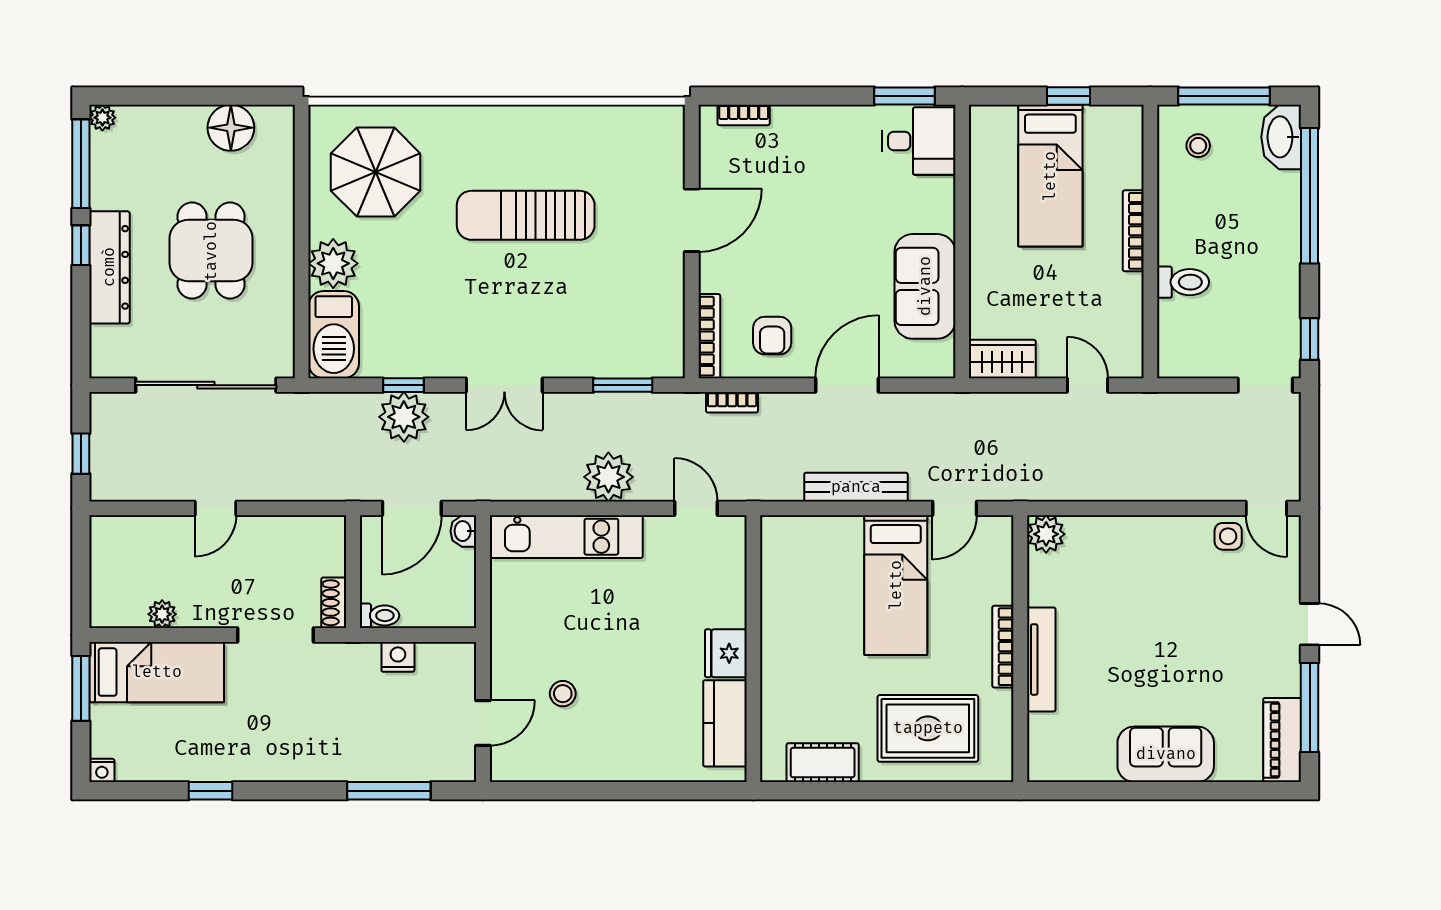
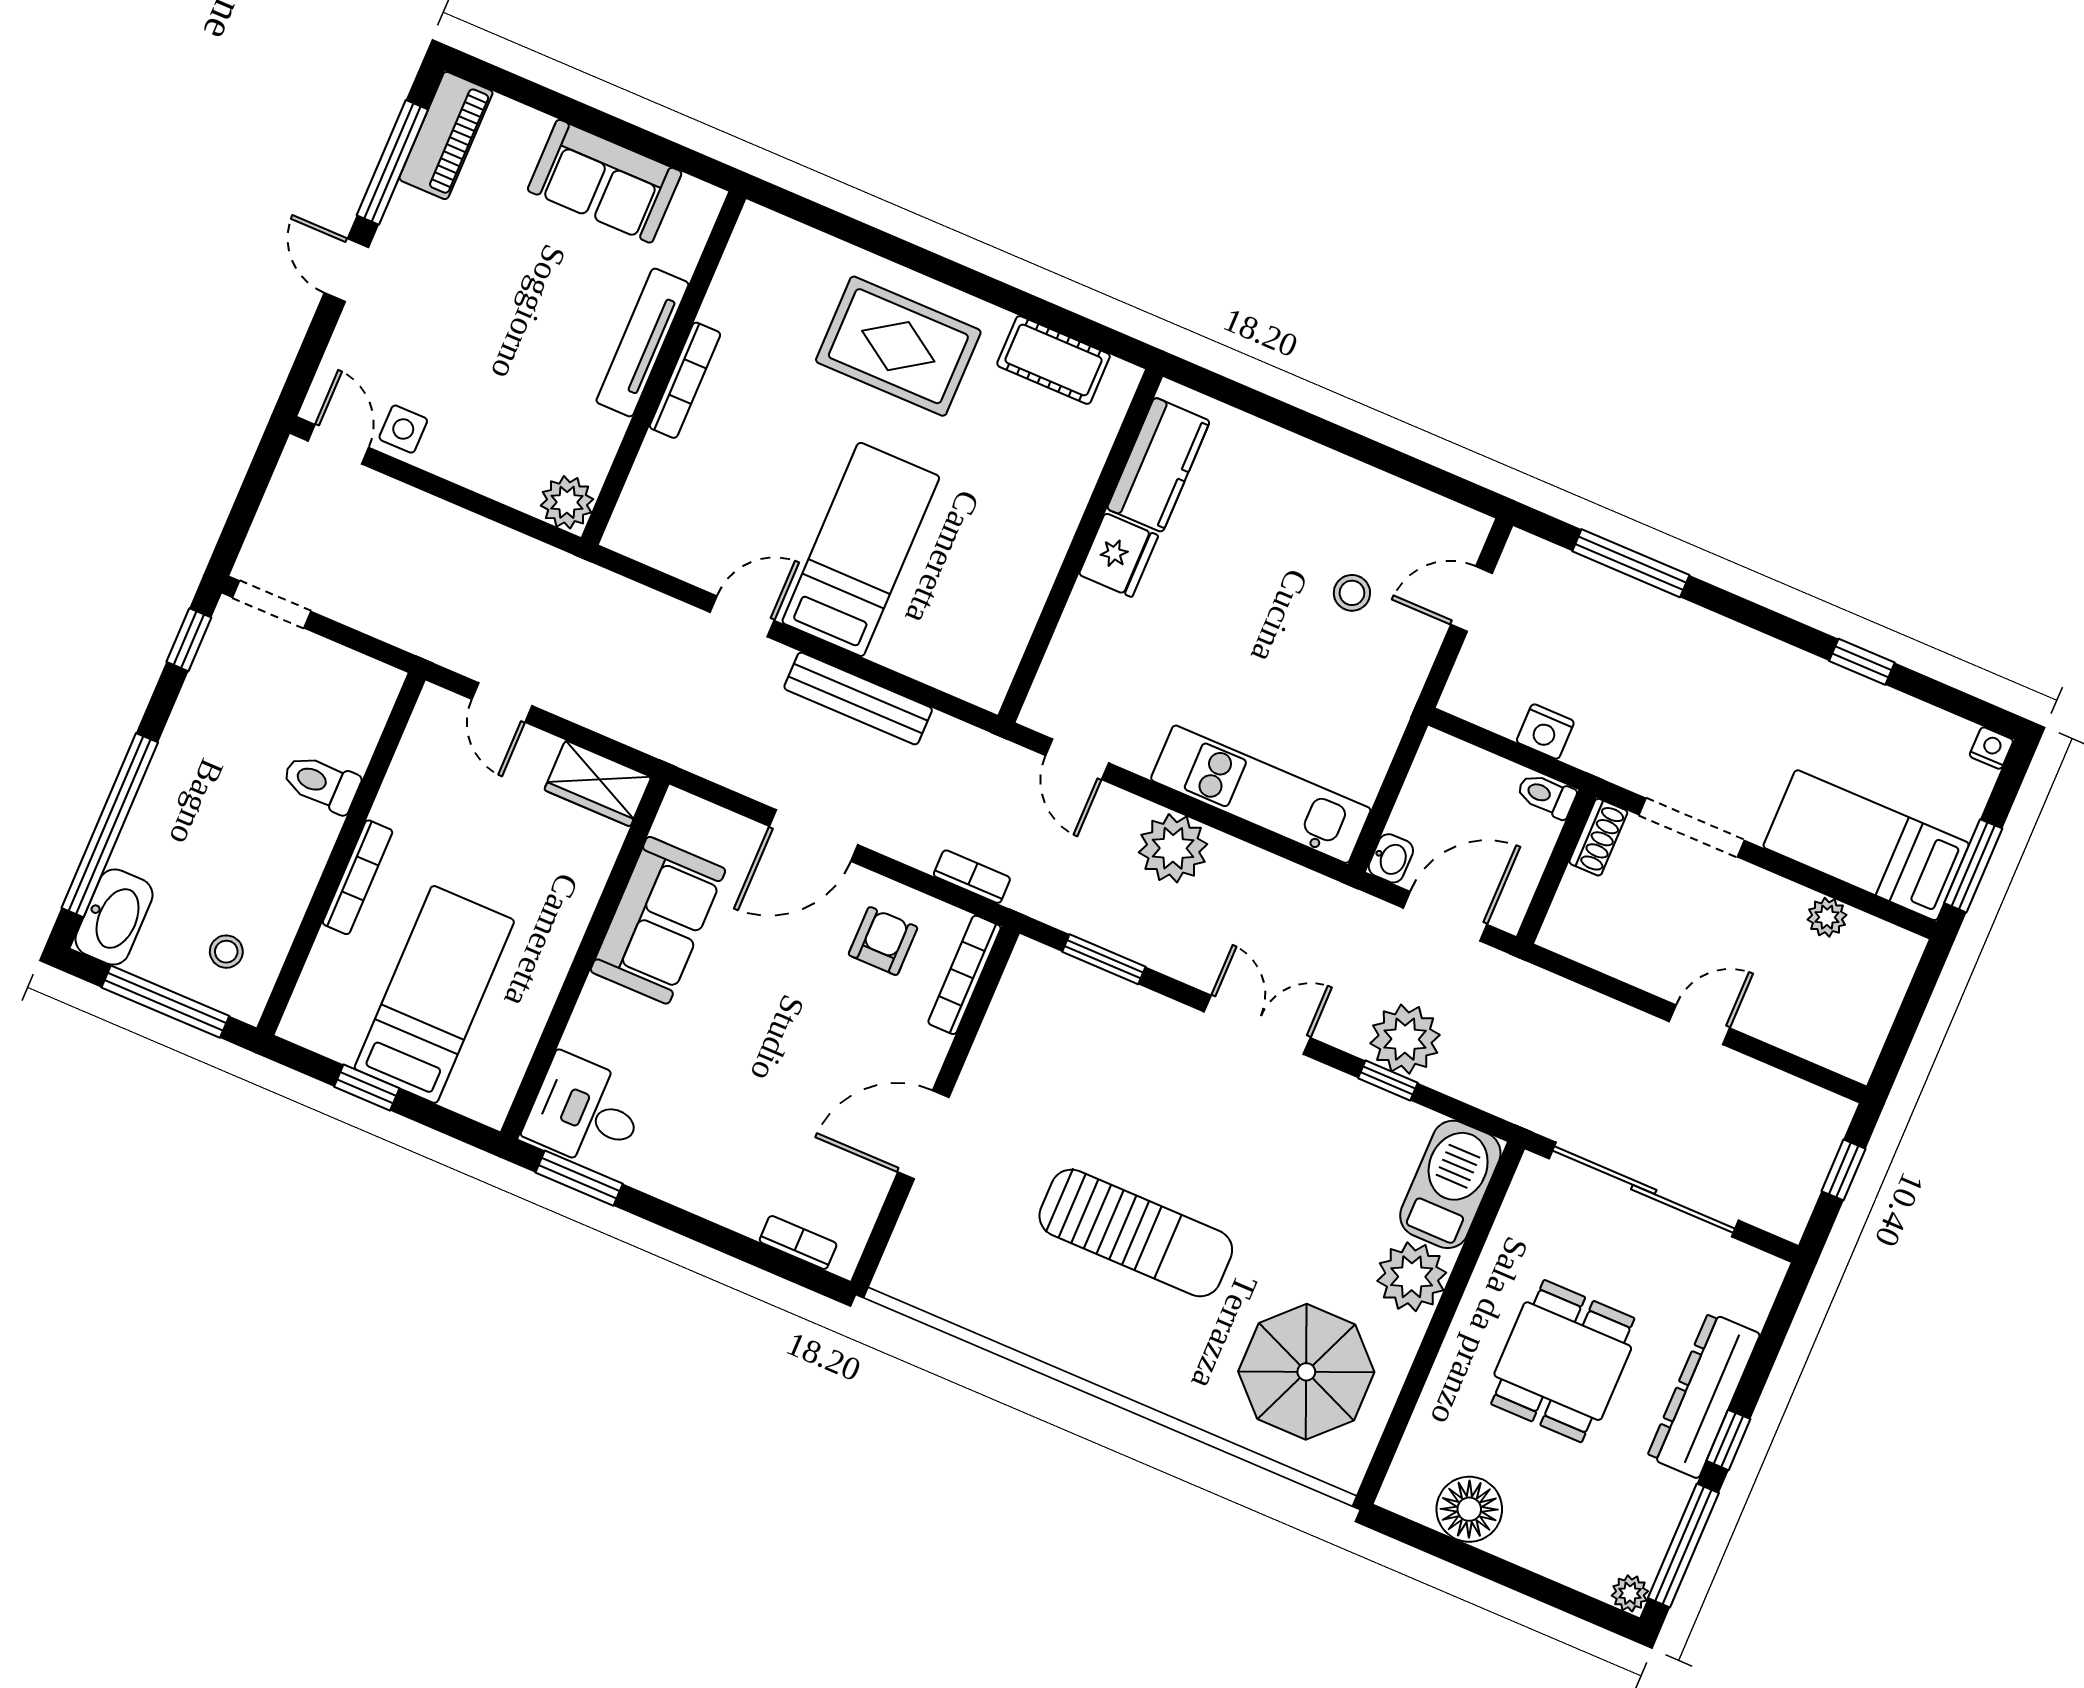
plant: (1046, 534) -> (567, 502), moved
bookcase: (1003, 647) -> (685, 380), moved
wall: (1020, 649) -> (664, 368), moved
tv unit: (1041, 659) -> (642, 343), moved

